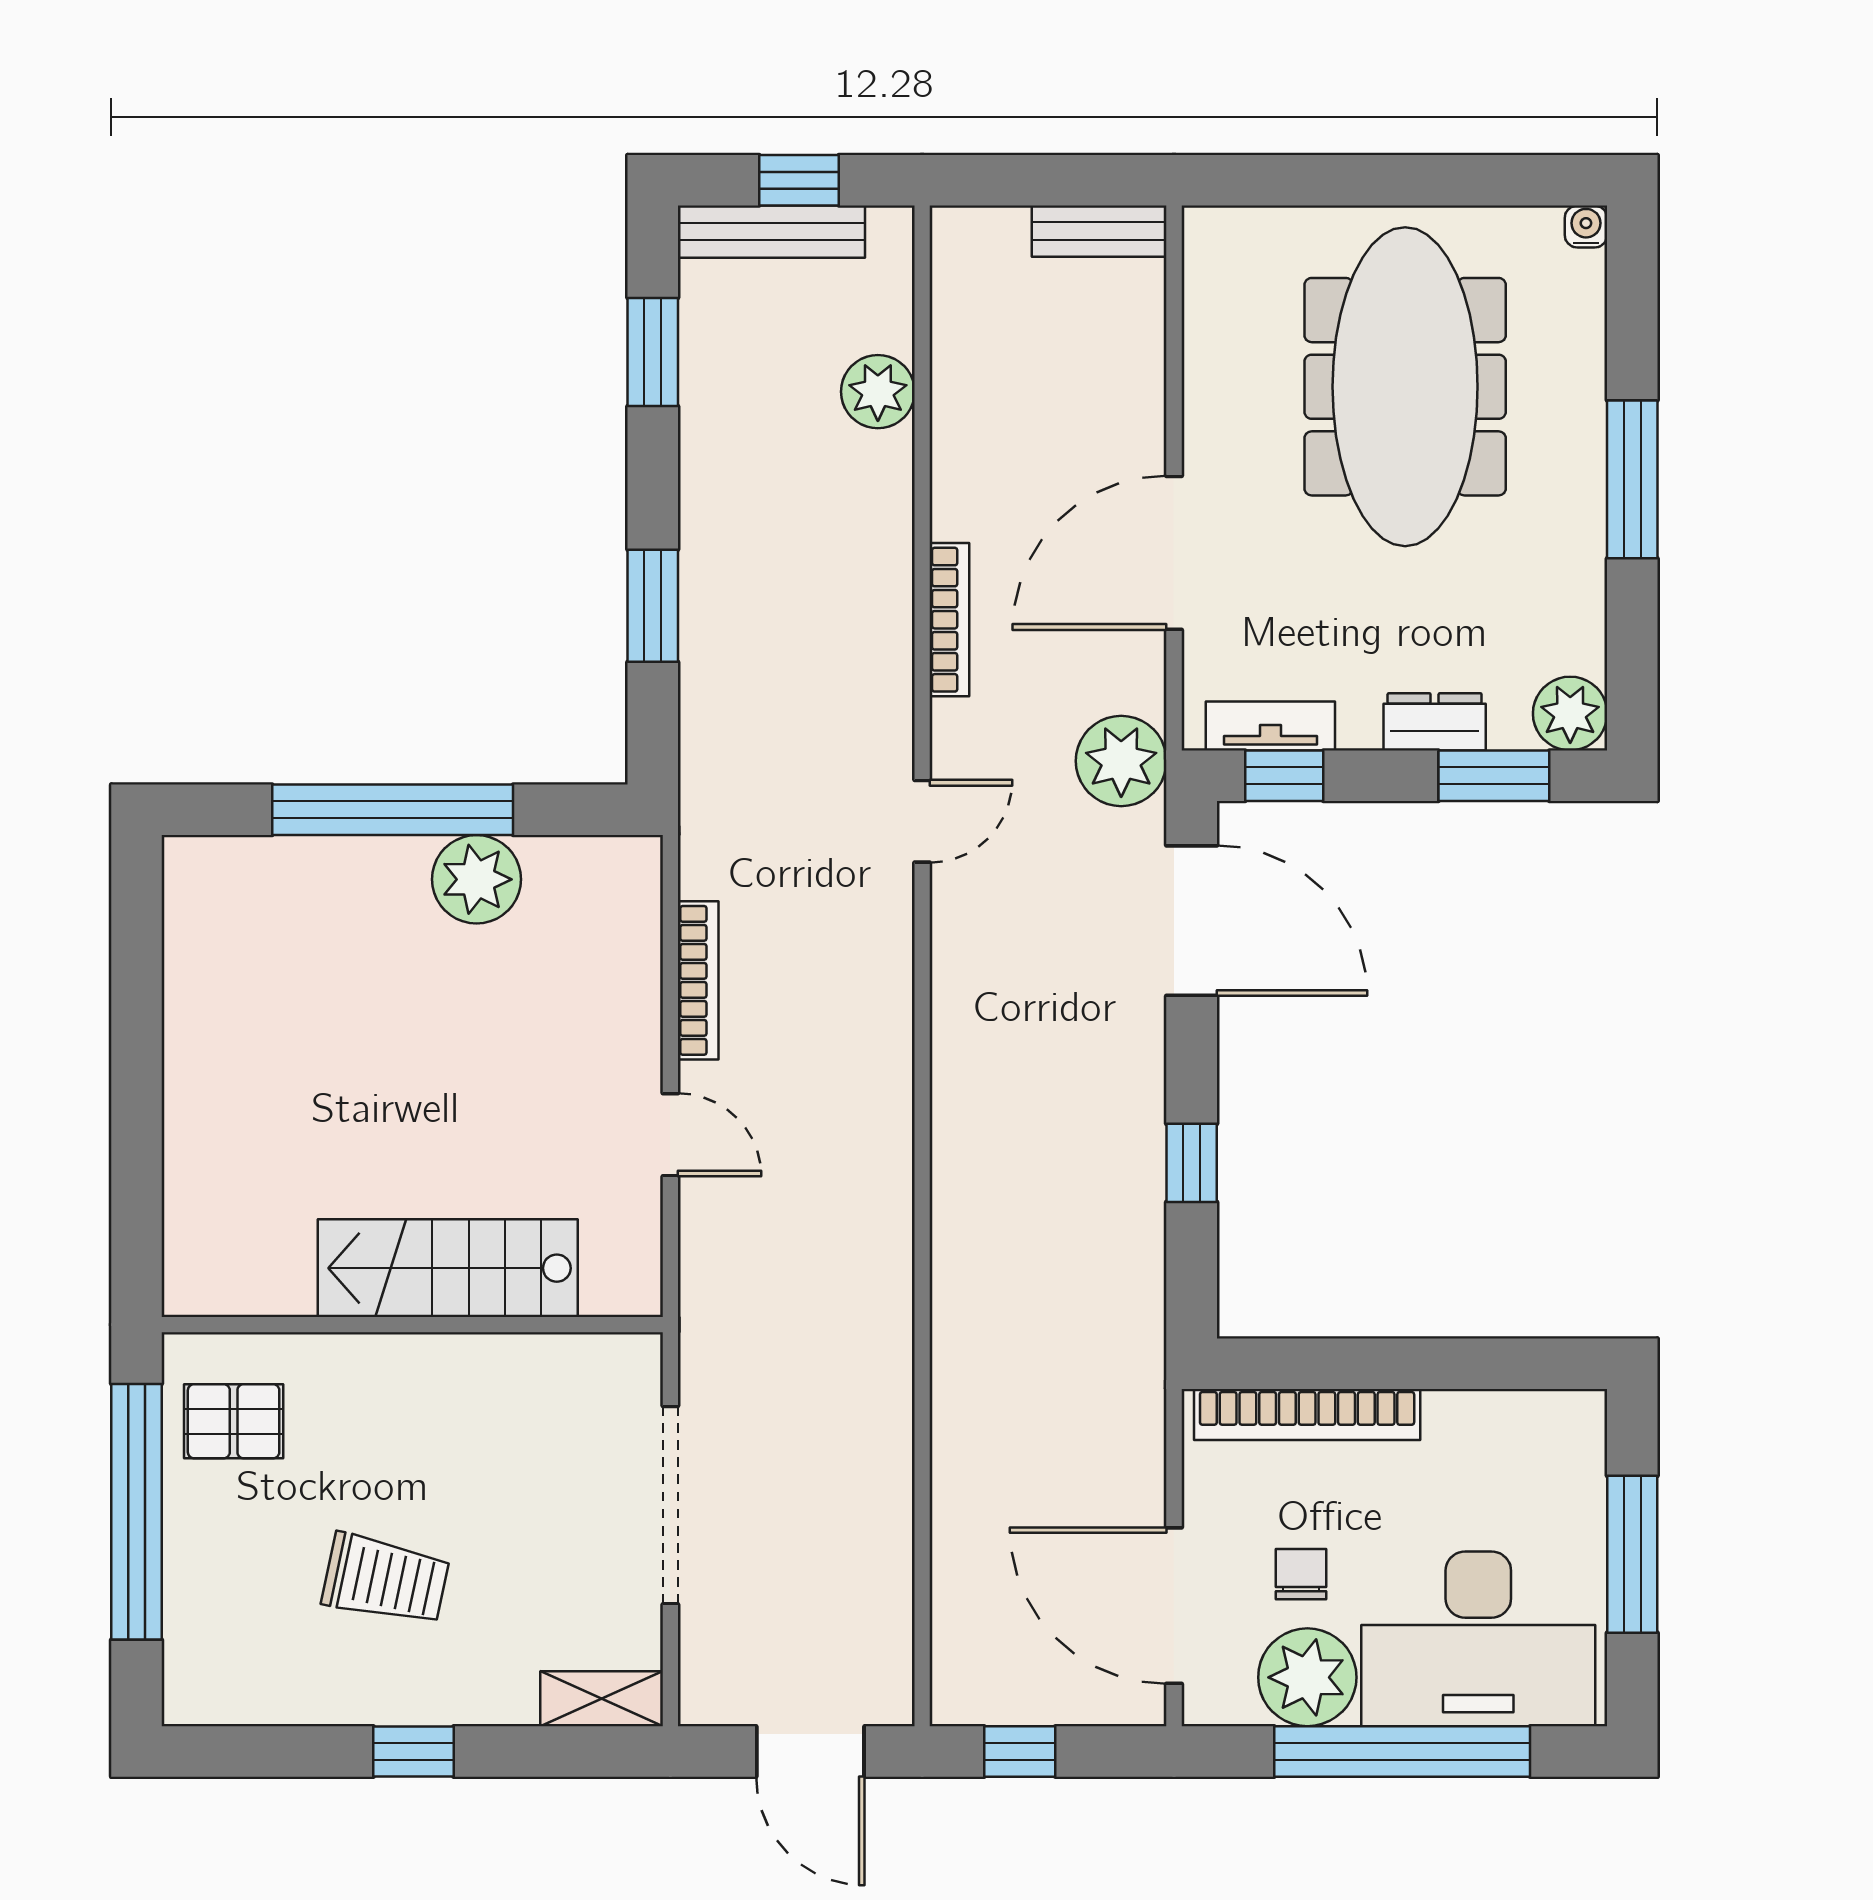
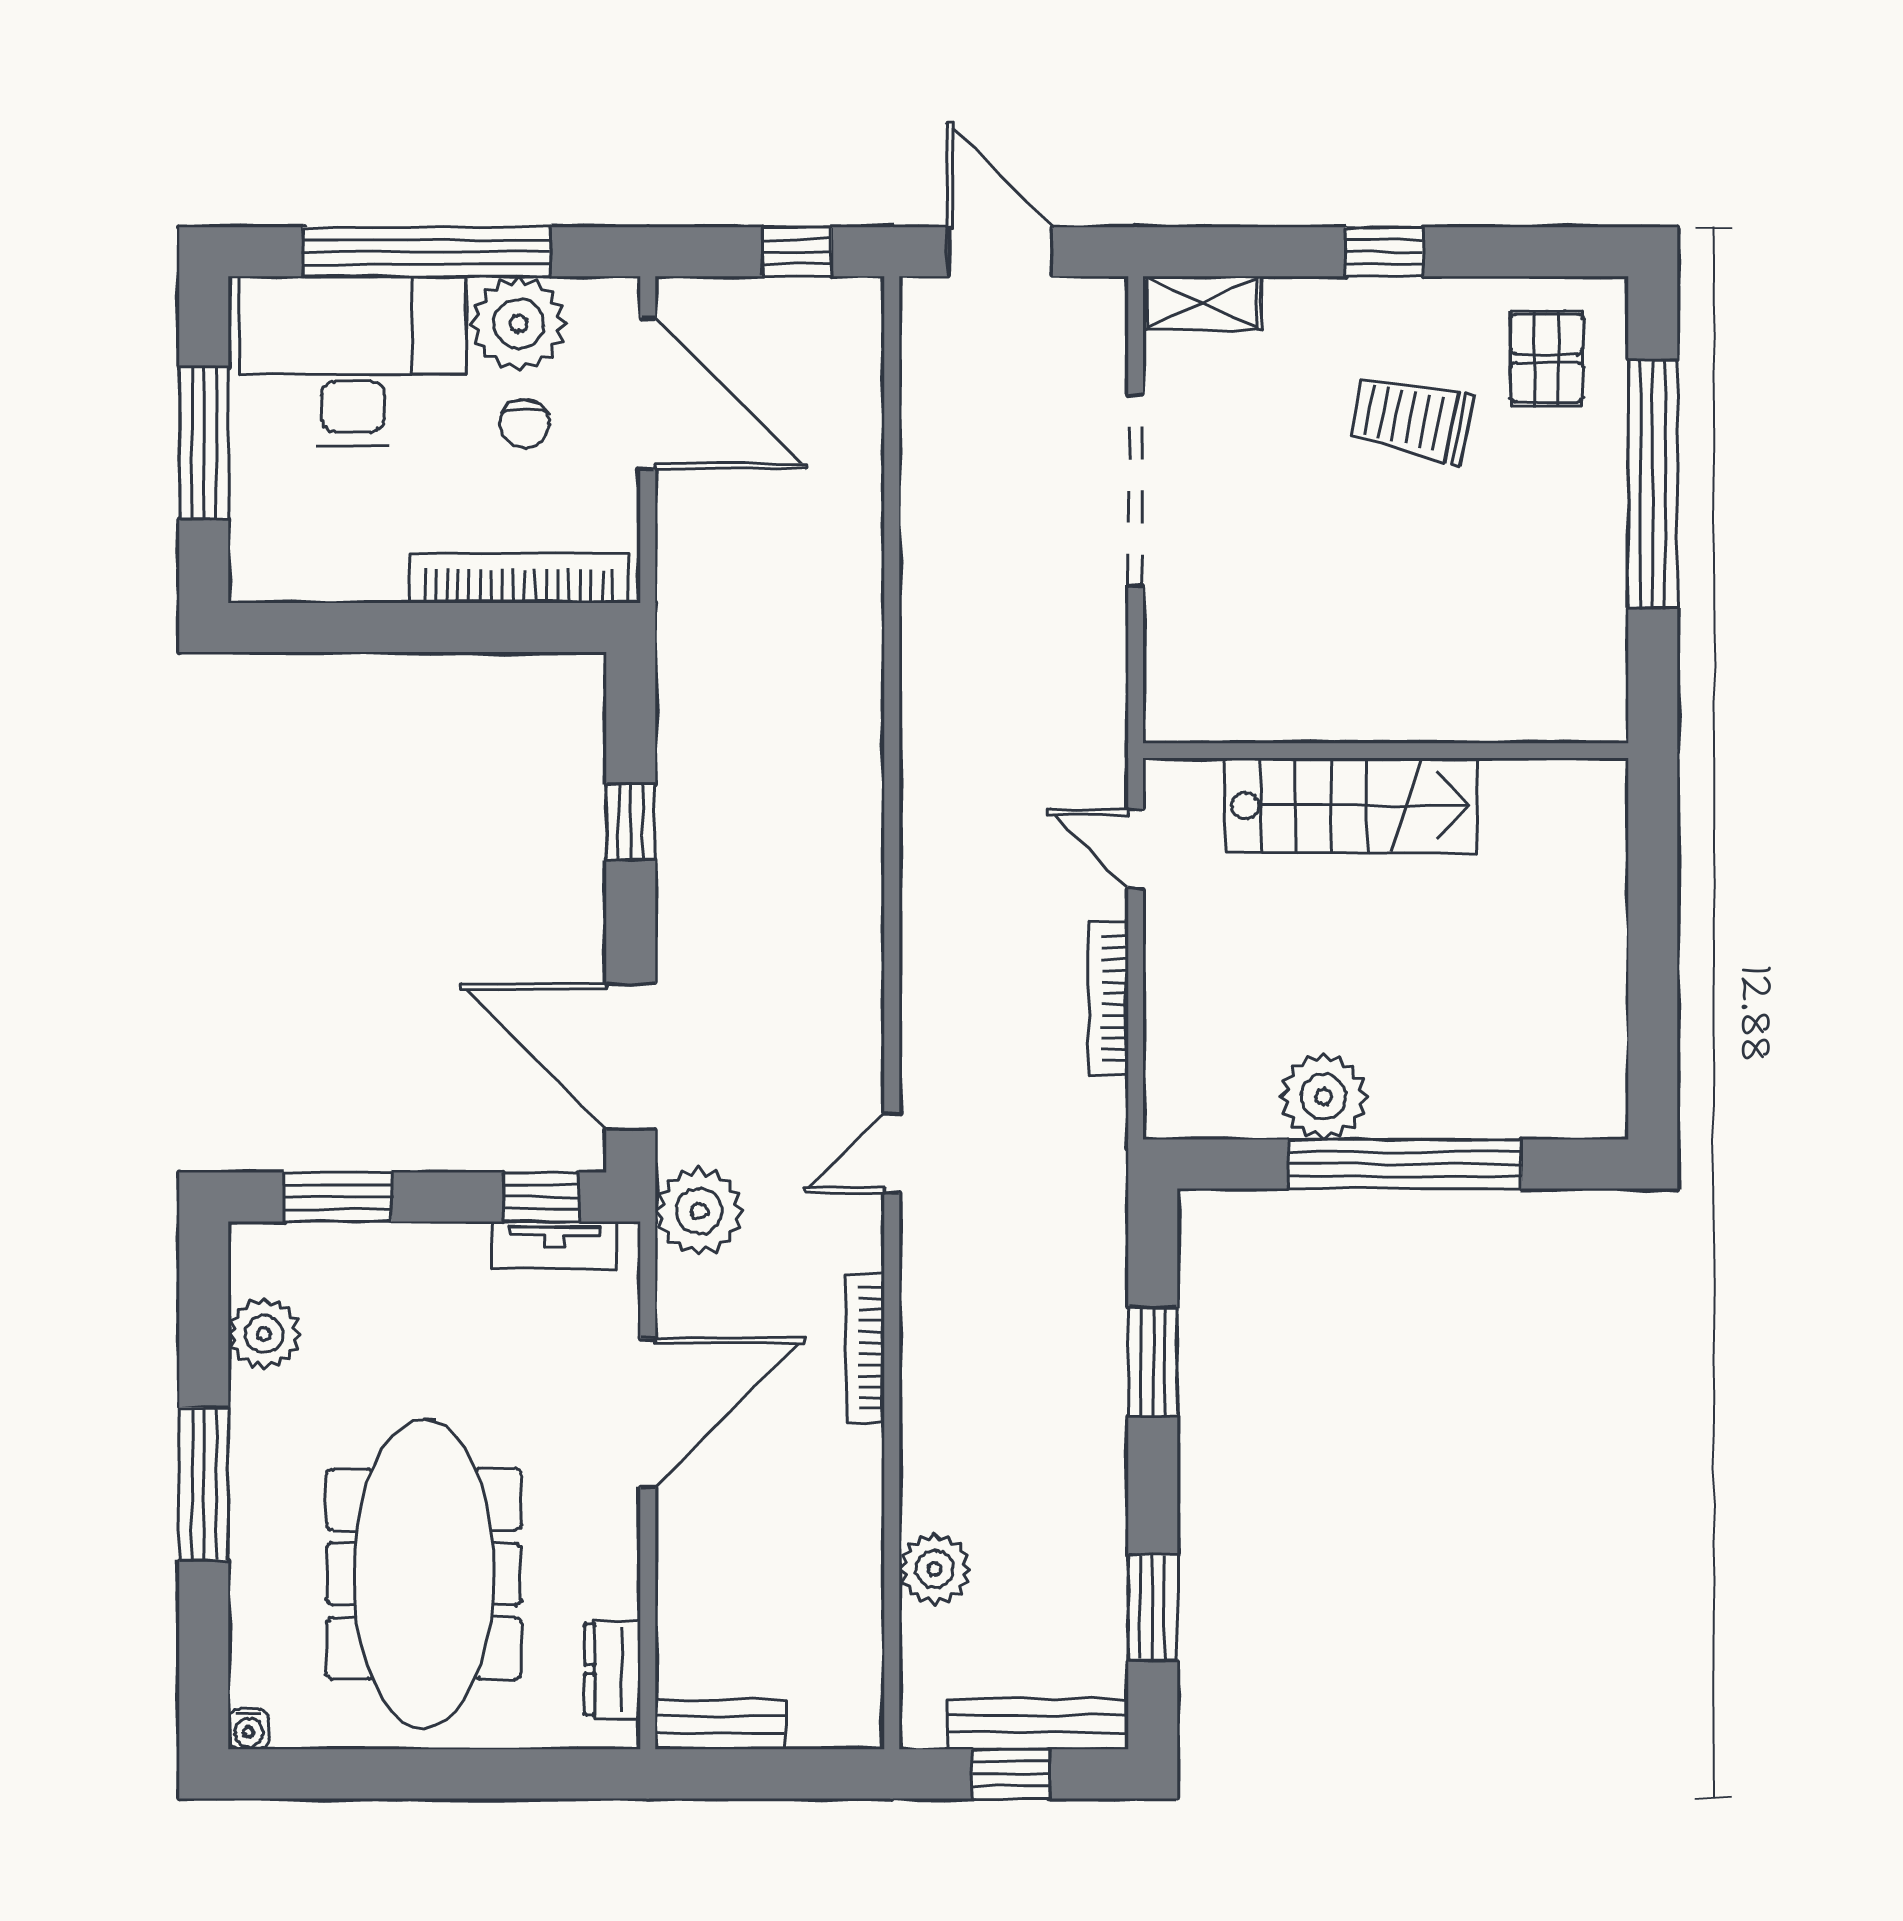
plant: (1570, 714) -> (264, 1334), moved
dresser: (1435, 722) -> (613, 1669), moved, turned 90
stairs: (448, 1268) -> (1351, 805), moved
wall: (412, 1325) -> (1386, 751), moved
pallet: (234, 1421) -> (1547, 358), moved, turned 90

